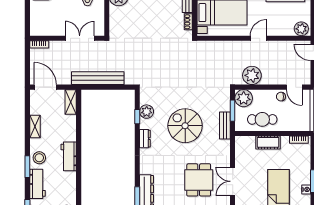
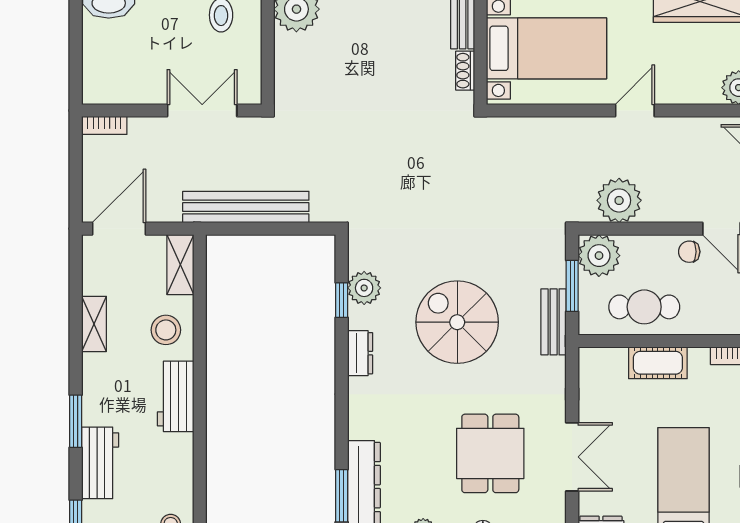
door: (45, 87) -> (119, 229), hinge flipped
stool: (39, 158) -> (166, 330), moved
double door: (233, 181) -> (572, 457), swing flipped

